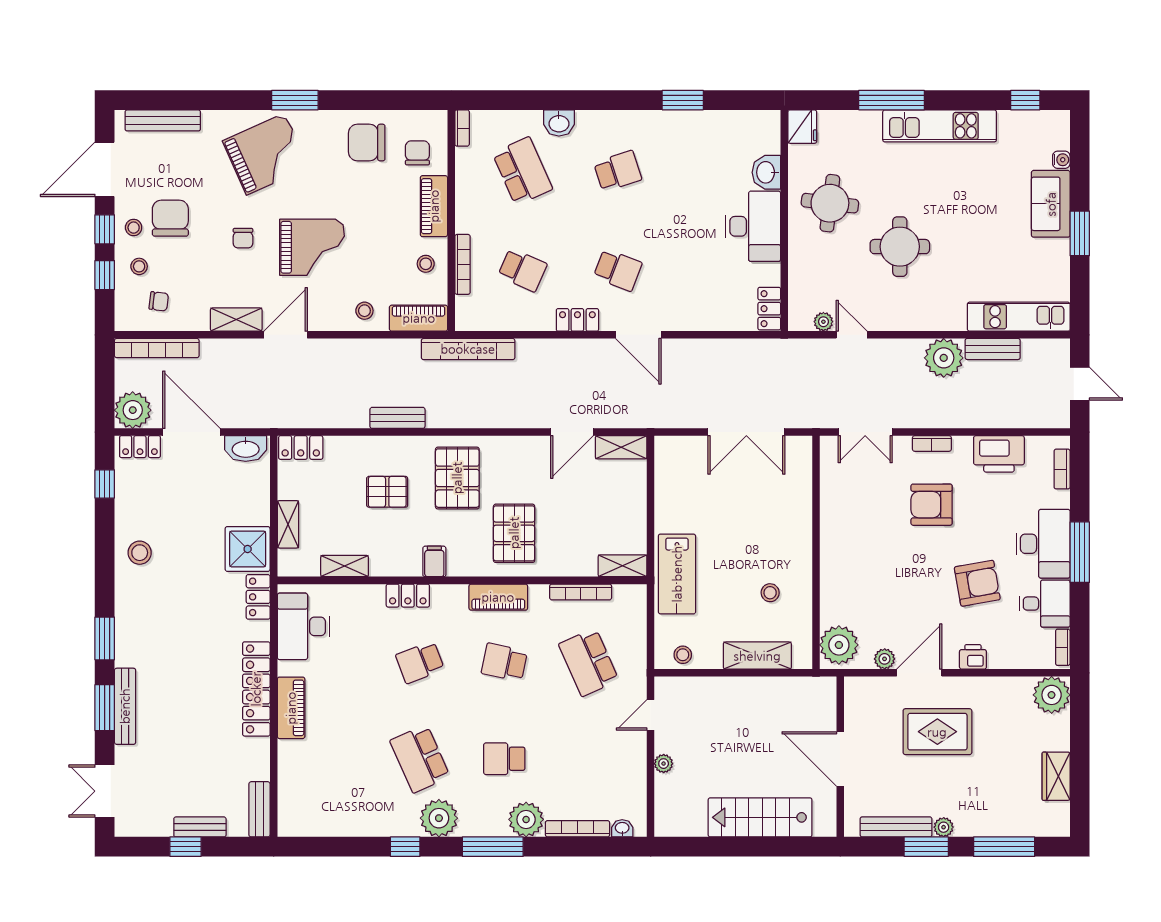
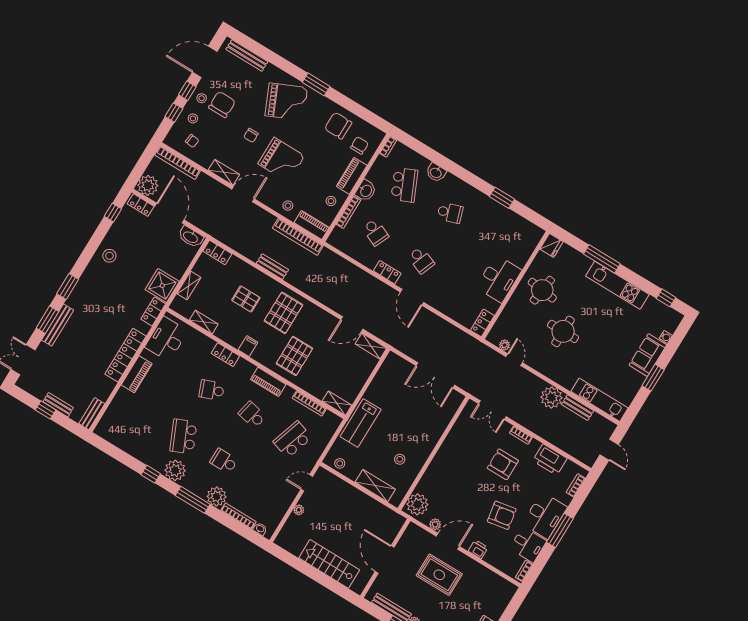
washbasin: (766, 172) -> (366, 191), moved, turned 180
bookcase: (468, 349) -> (298, 237), moved
school desk: (589, 662) -> (293, 440), turned 42
plant: (1052, 695) -> (505, 590), removed

